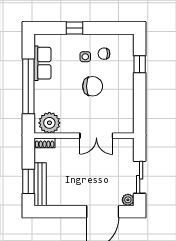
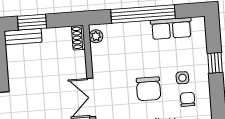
plant: (49, 123) -> (96, 36), width x0.53, depth x0.53
bench: (40, 184) -> (23, 37), width x0.73

